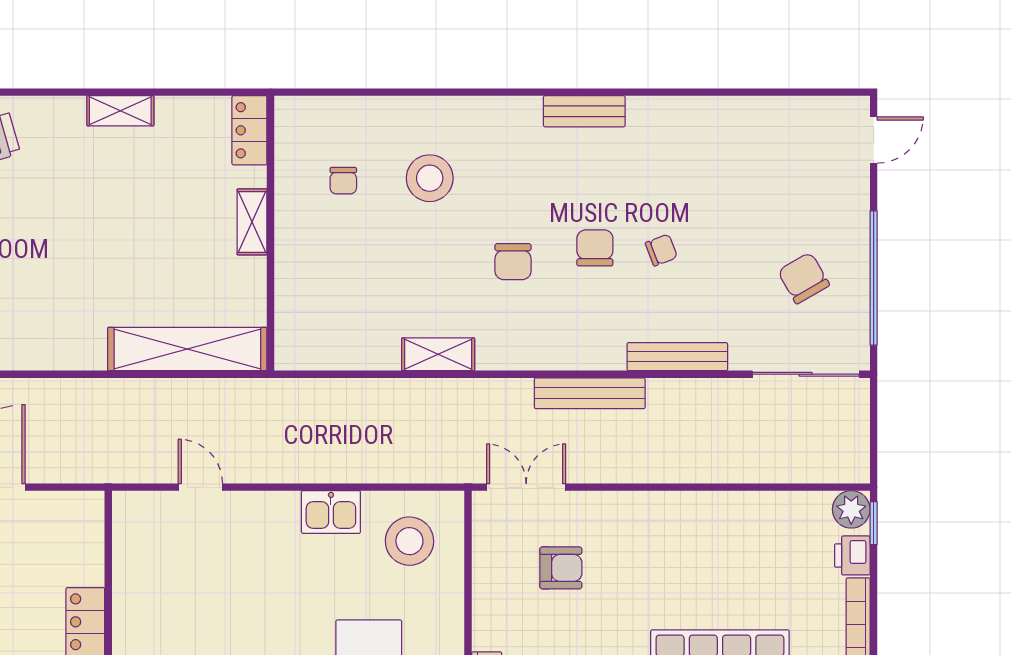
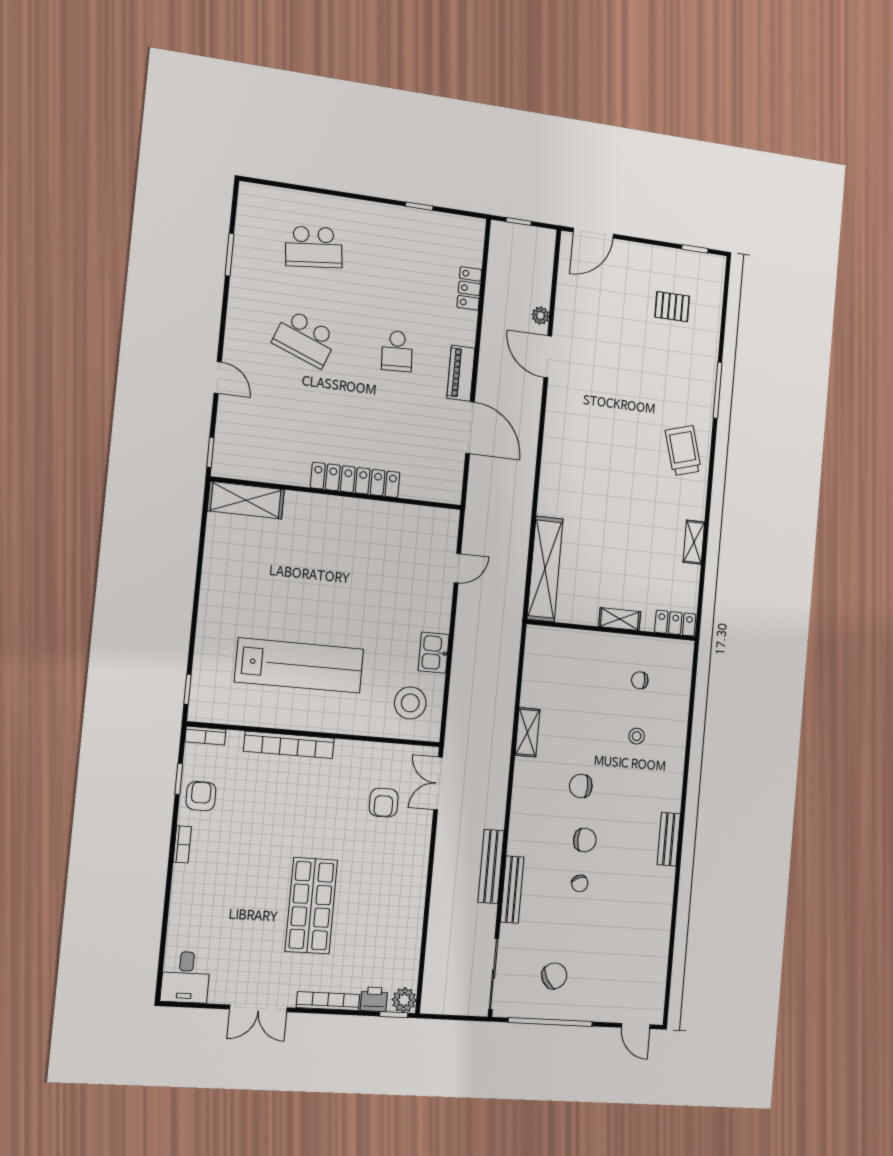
stool: (430, 178) -> (637, 736), width x0.53, depth x0.53
bench: (590, 393) -> (491, 866), moved
double door: (526, 487) -> (438, 783), swing flipped

